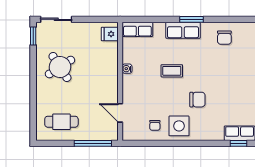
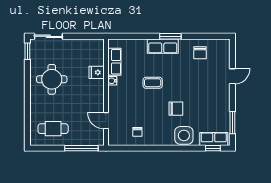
row of seats: (137, 29) -> (114, 62), moved, turned -90
fridge: (110, 34) -> (97, 72), moved
round table: (60, 67) -> (52, 79), turned 33
side table: (179, 126) -> (184, 135), moved

